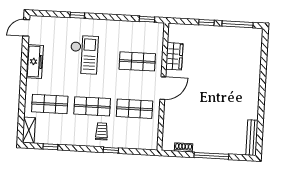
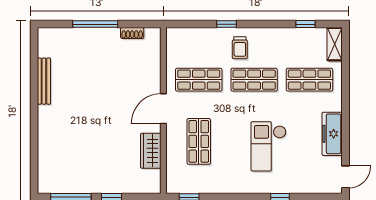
shop shelf: (137, 61) -> (199, 141), turned 90
bench: (252, 138) -> (44, 81), moved

